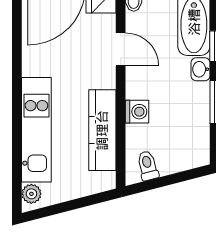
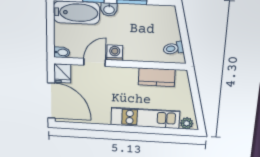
washing machine: (137, 112) -> (115, 53), moved
kitchen counter: (102, 130) -> (157, 77), width x0.67

